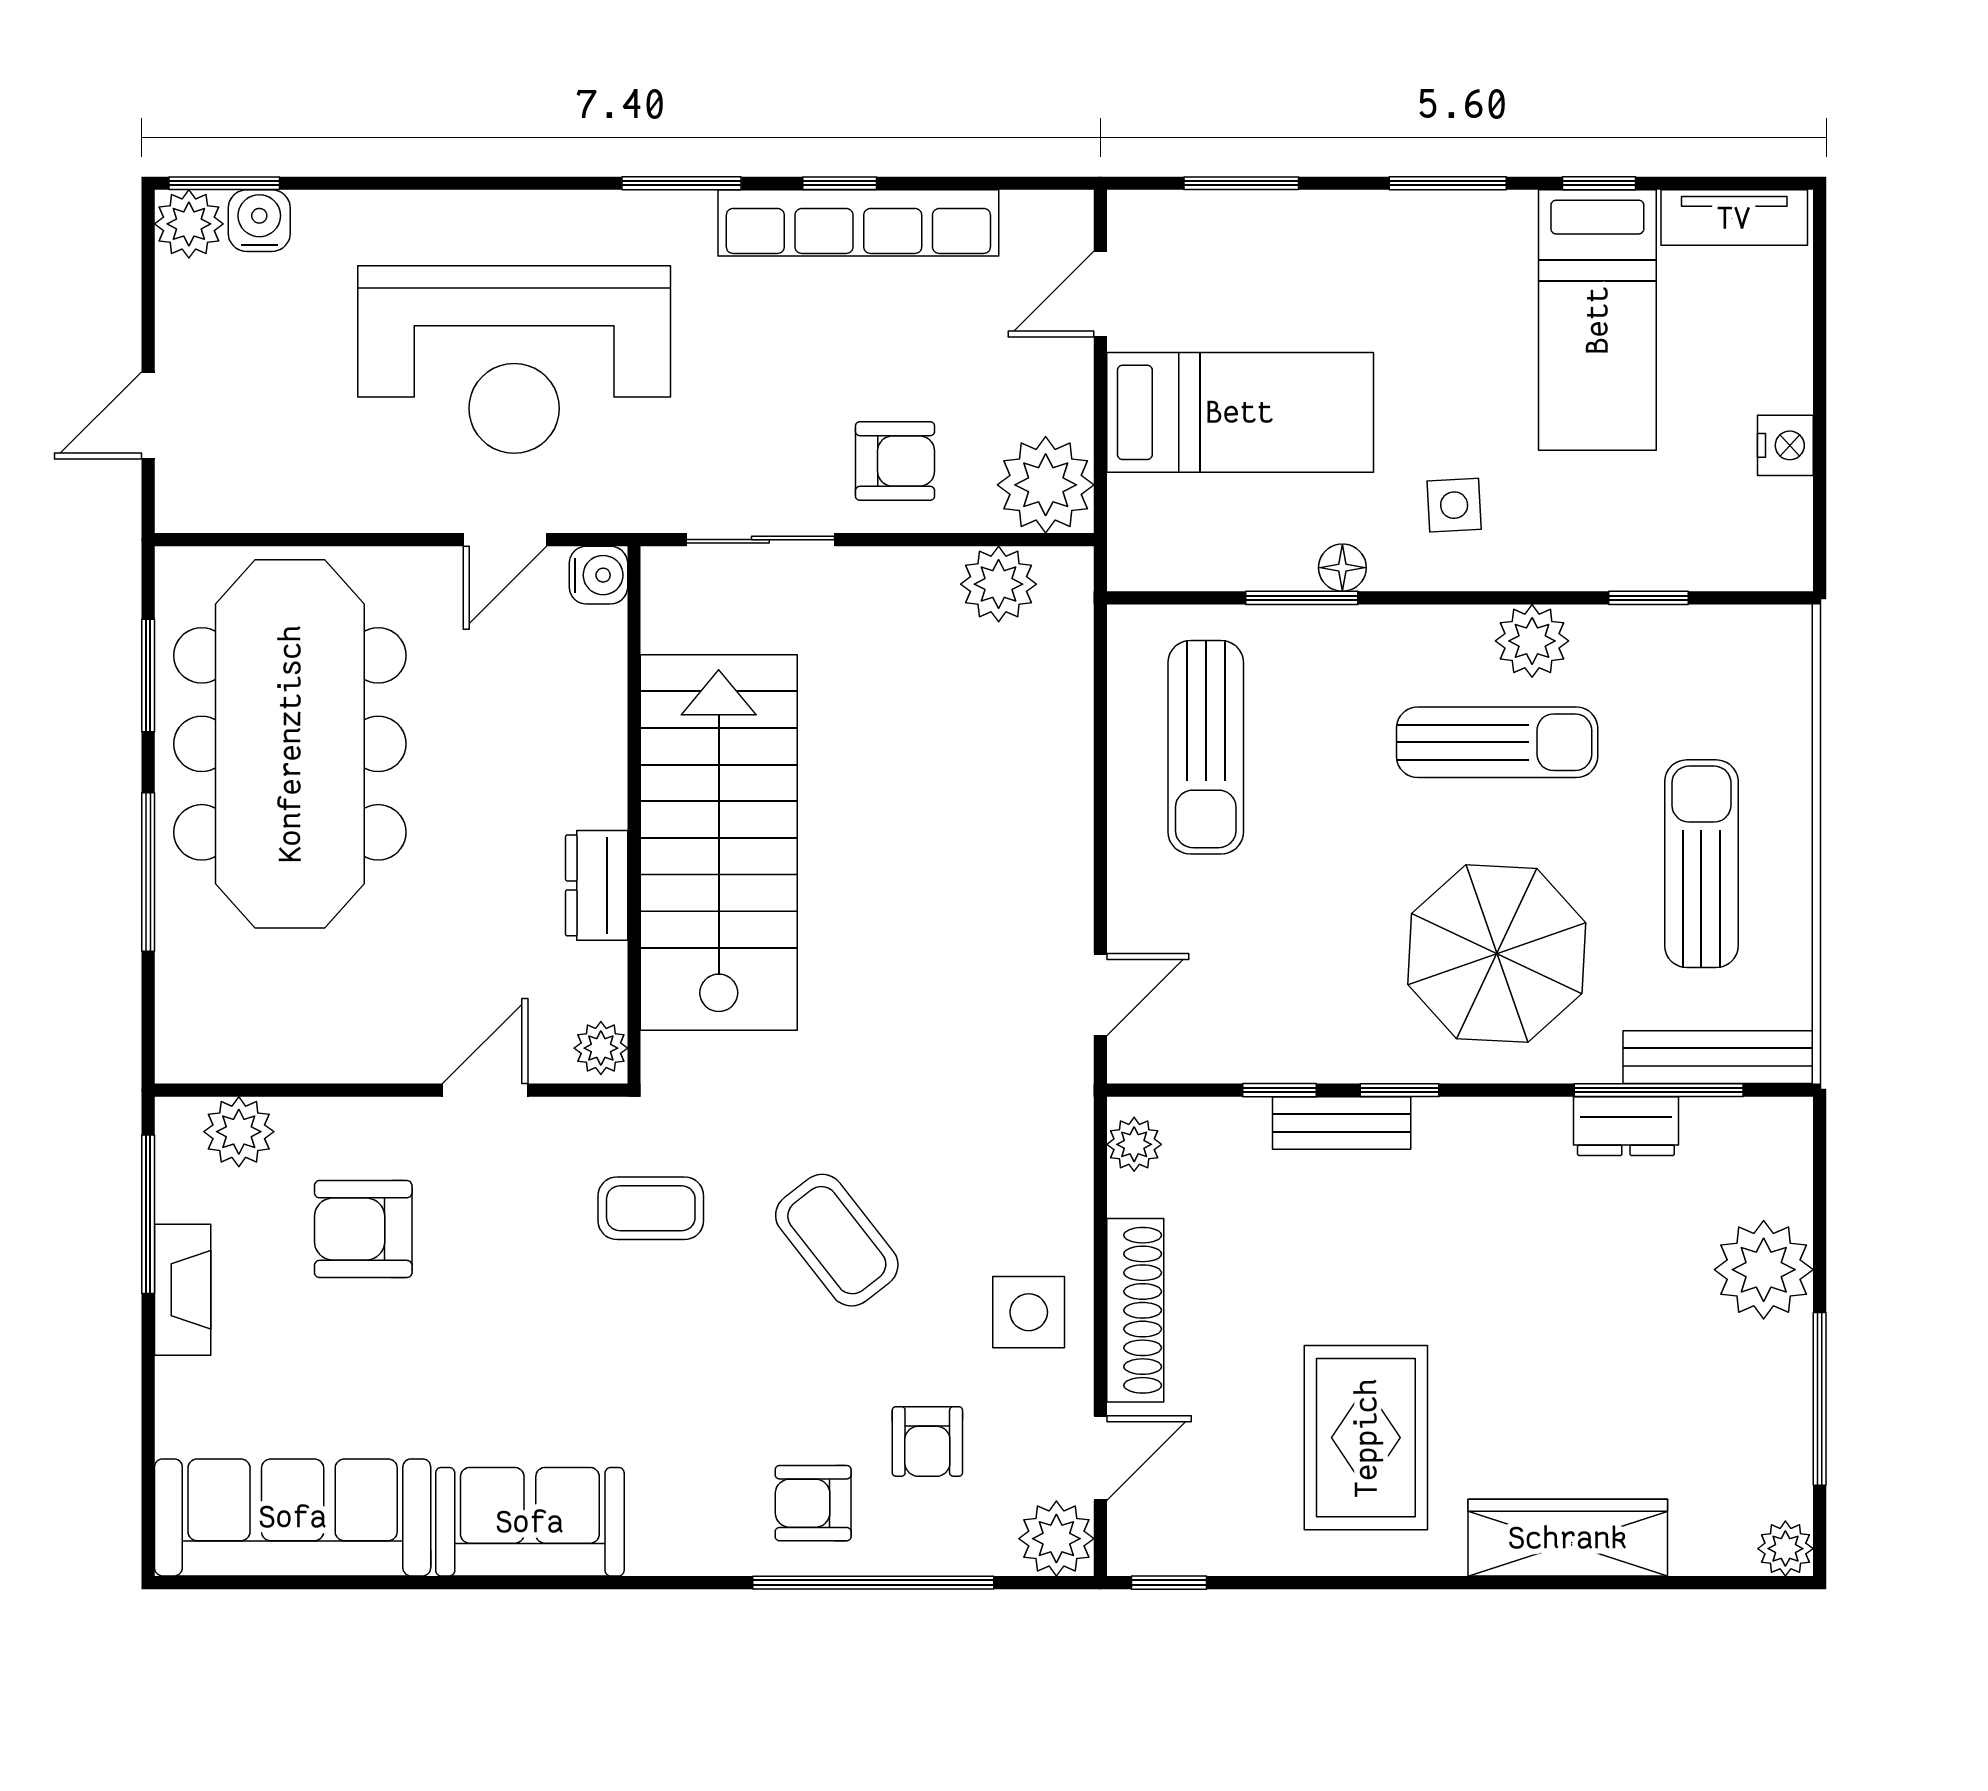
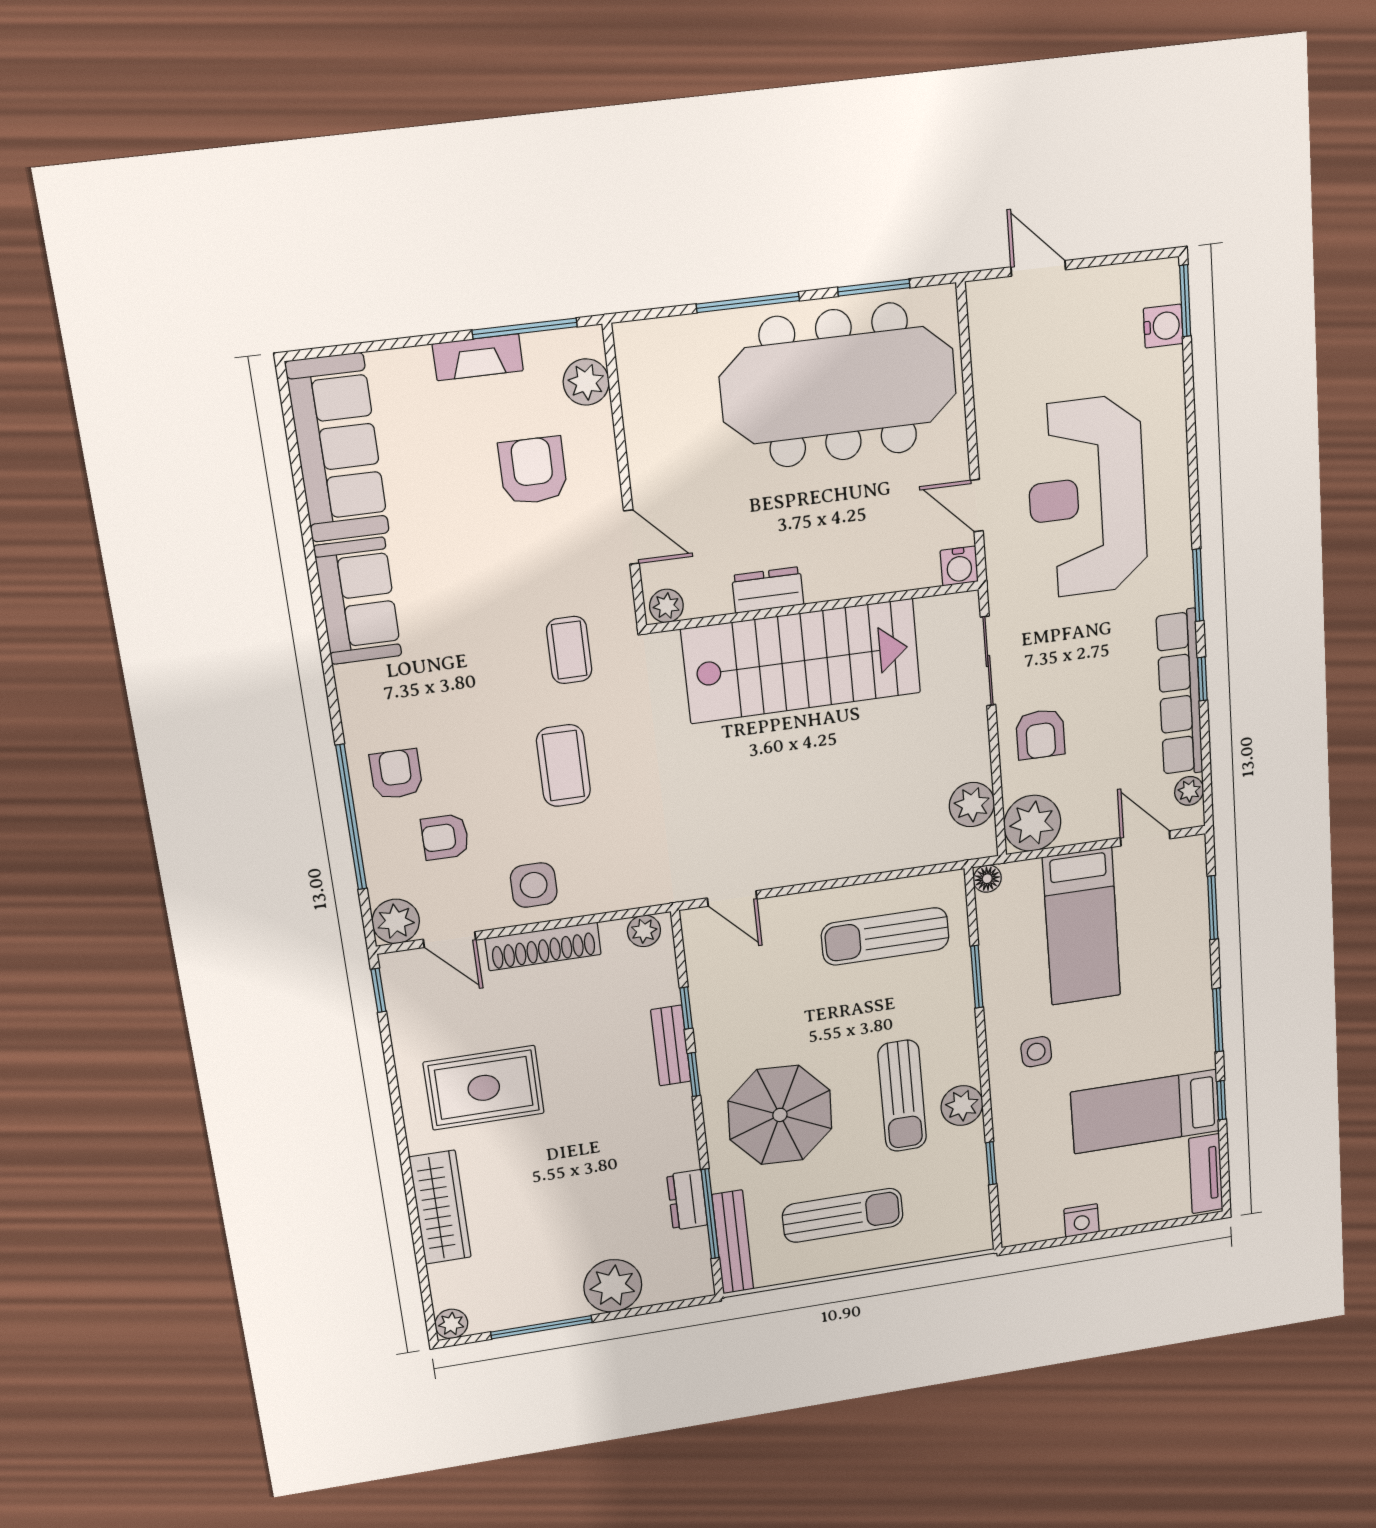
plant: (189, 224) -> (1189, 791), moved, width x0.73, depth x0.73
floor lamp: (1342, 568) -> (987, 879), moved
coffee table: (837, 1240) -> (563, 766), turned -52

